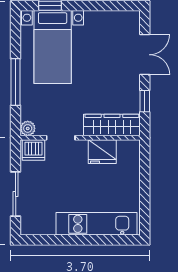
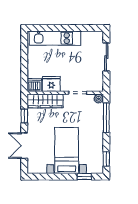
window: (16, 33) -> (106, 159), added
bed with nightstands: (53, 47) -> (67, 150), moved
window: (16, 82) -> (106, 118), moved
dishwasher: (33, 150) -> (34, 85), moved

